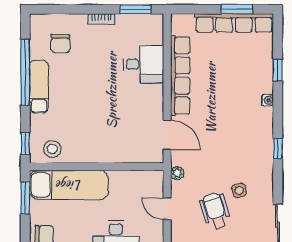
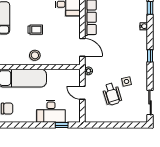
trolley: (90, 106) -> (35, 30), added
stool: (52, 149) -> (35, 55), moved
wheelchair: (215, 211) -> (112, 94), turned 180

